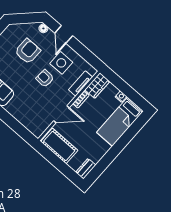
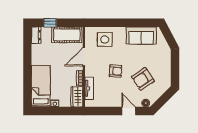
armchair: (28, 51) -> (143, 79), turned 56
side table: (61, 63) -> (105, 39), moved
window: (65, 169) -> (50, 23), added

